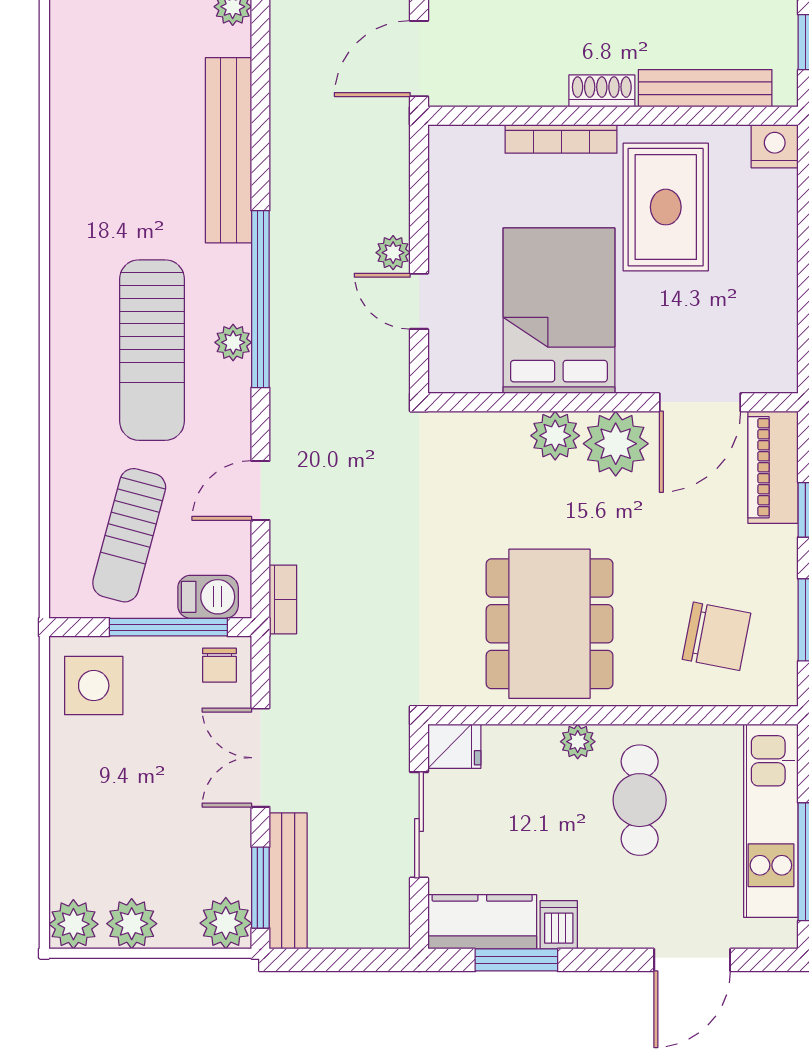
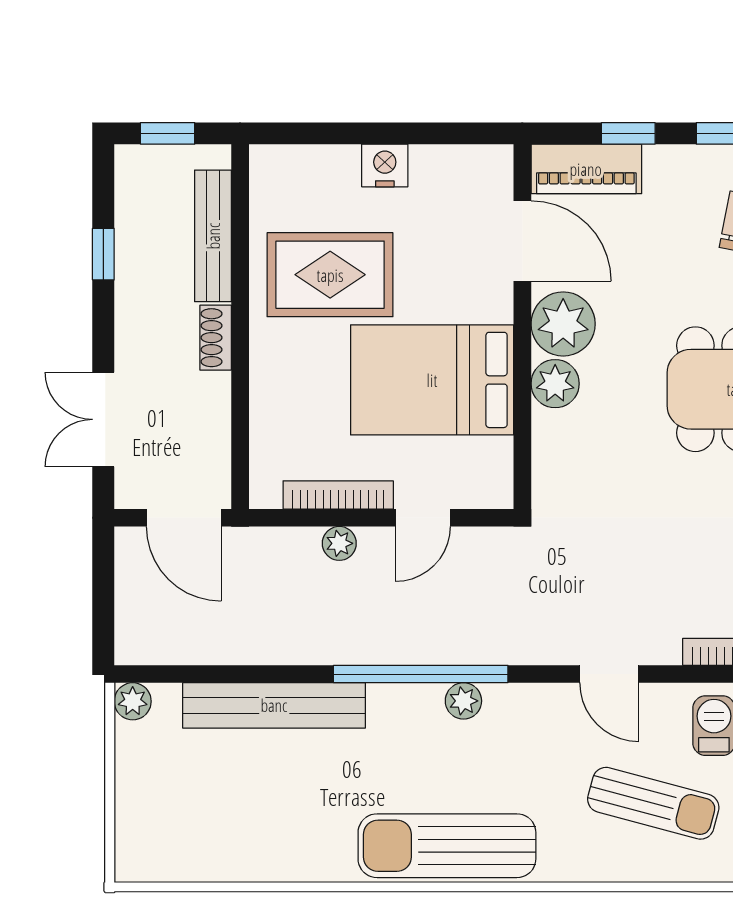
bookcase: (561, 139) -> (338, 495), moved, turned -90
nightstand: (775, 146) -> (385, 166), moved, turned 90
plant: (393, 253) -> (339, 543), moved
sun lounger: (152, 350) -> (447, 846), moved, turned 180

